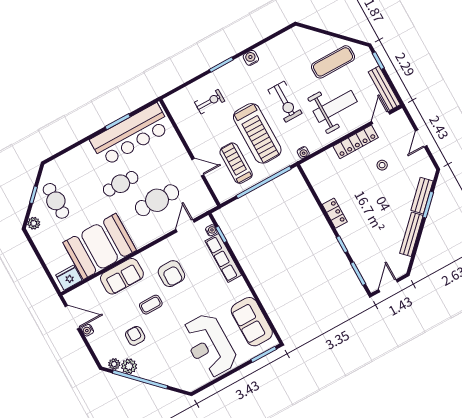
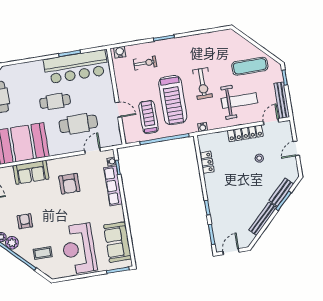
water cooler: (251, 58) -> (120, 52), moved
locker: (335, 213) -> (207, 162), moved
coffee table: (151, 305) -> (43, 253), moved

